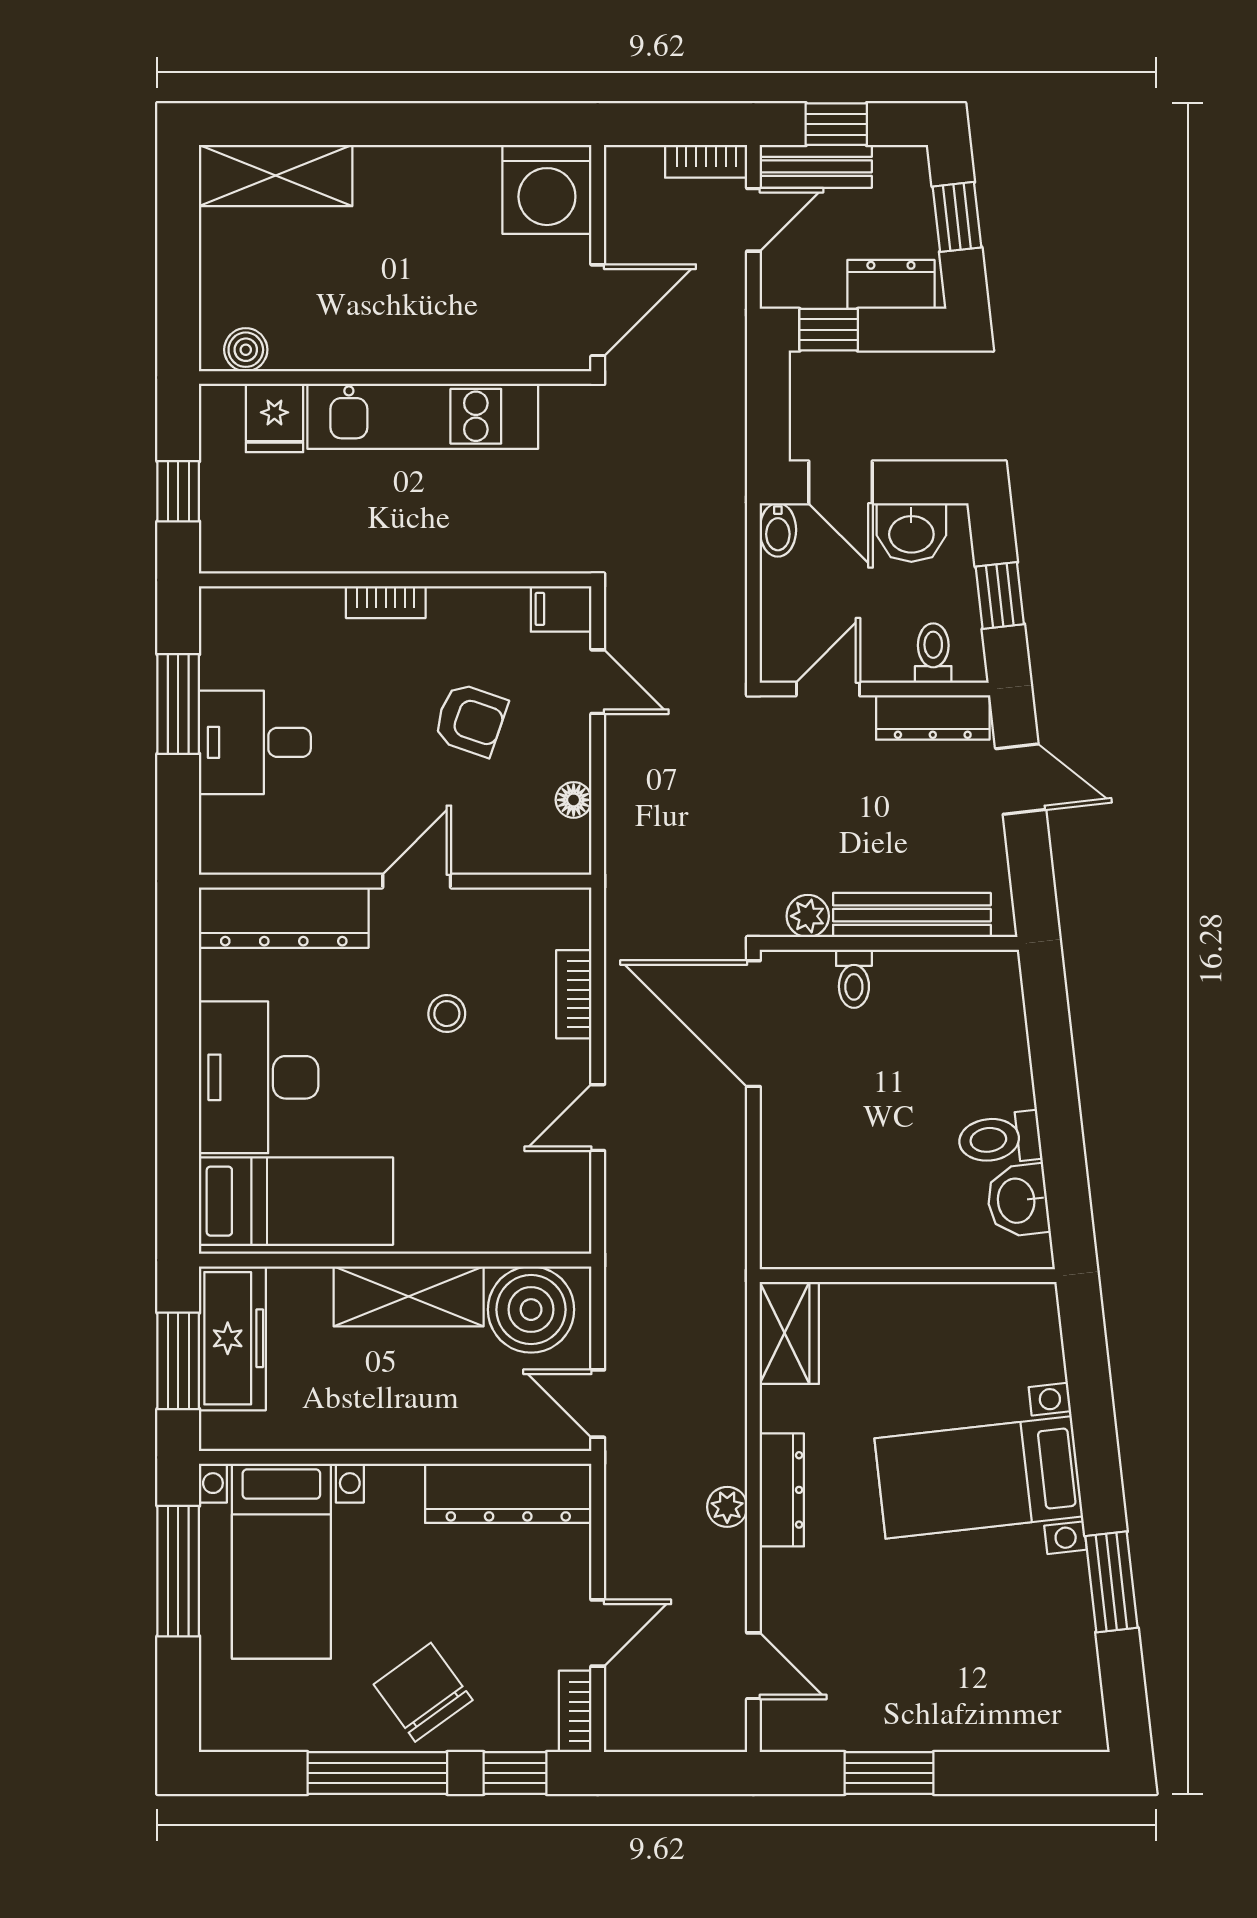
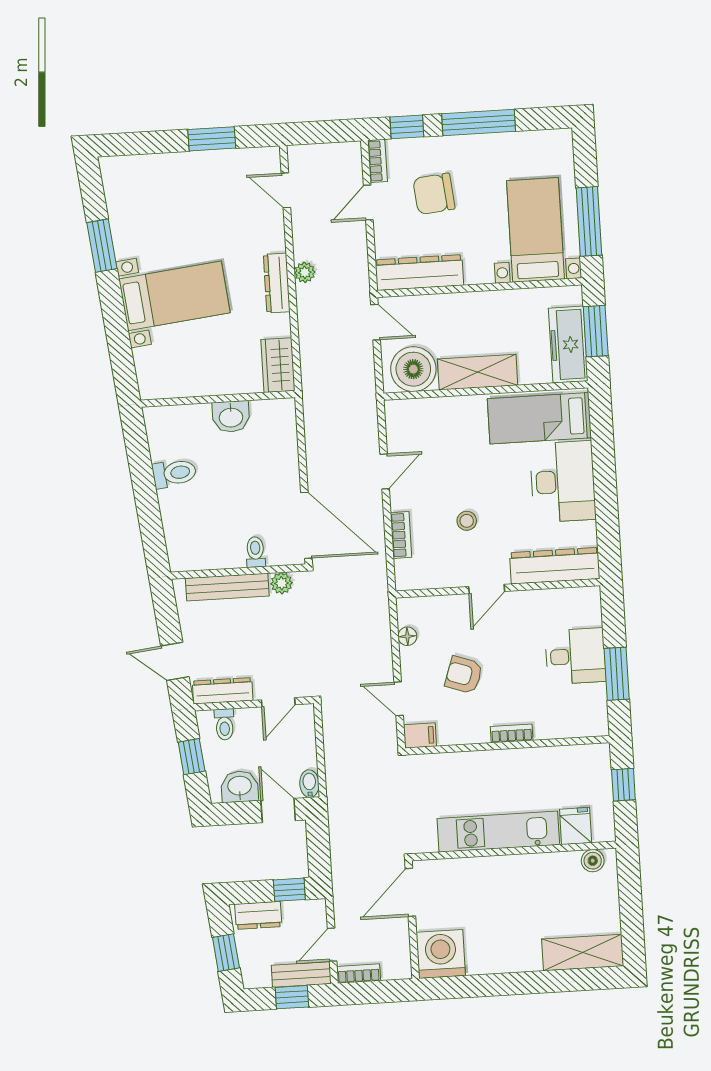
washbasin: (1018, 1200) -> (231, 417), moved, turned 96
chair: (423, 1692) -> (434, 194), moved, turned 120

